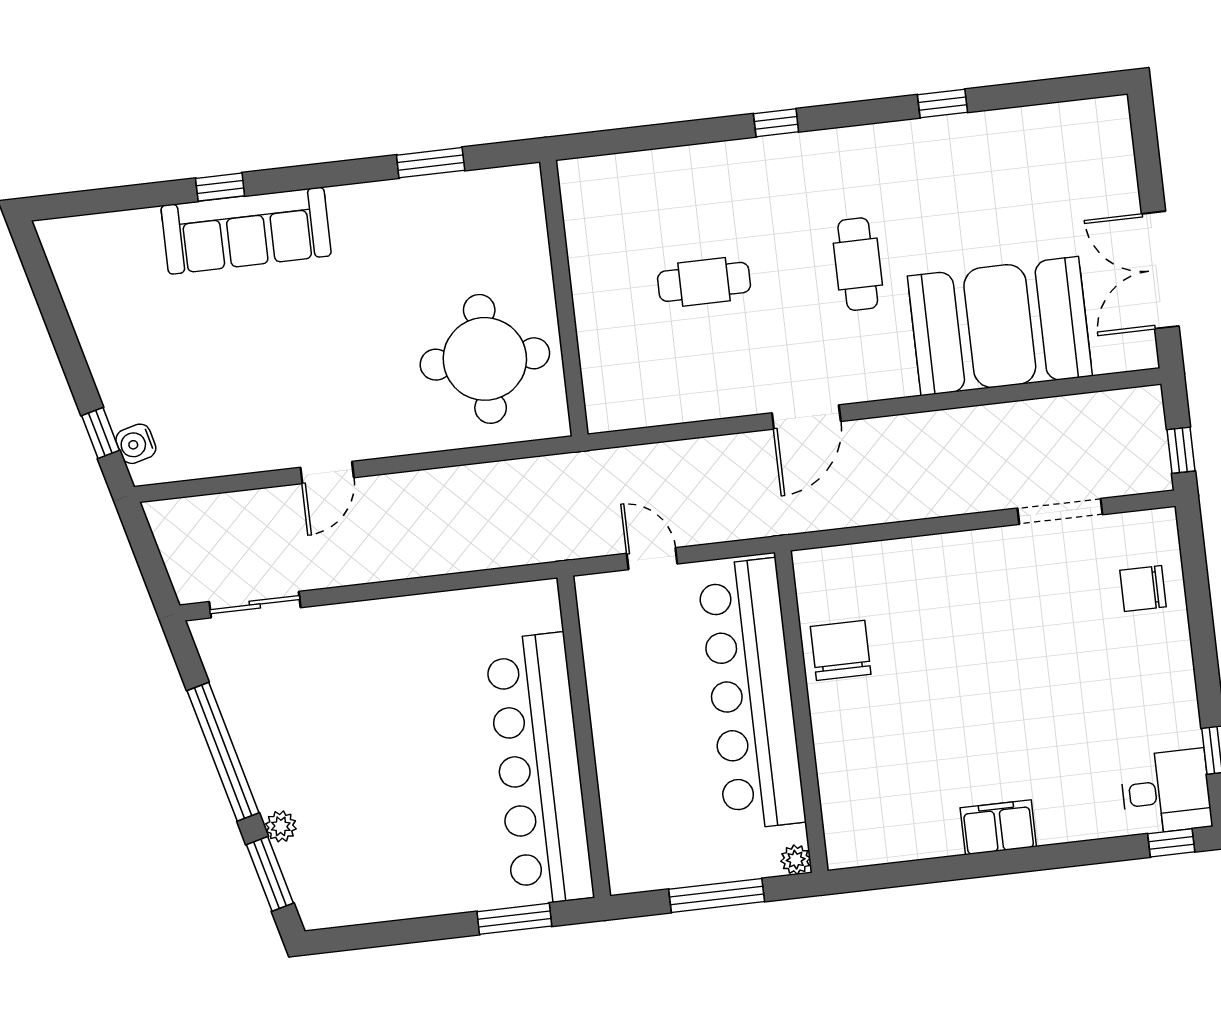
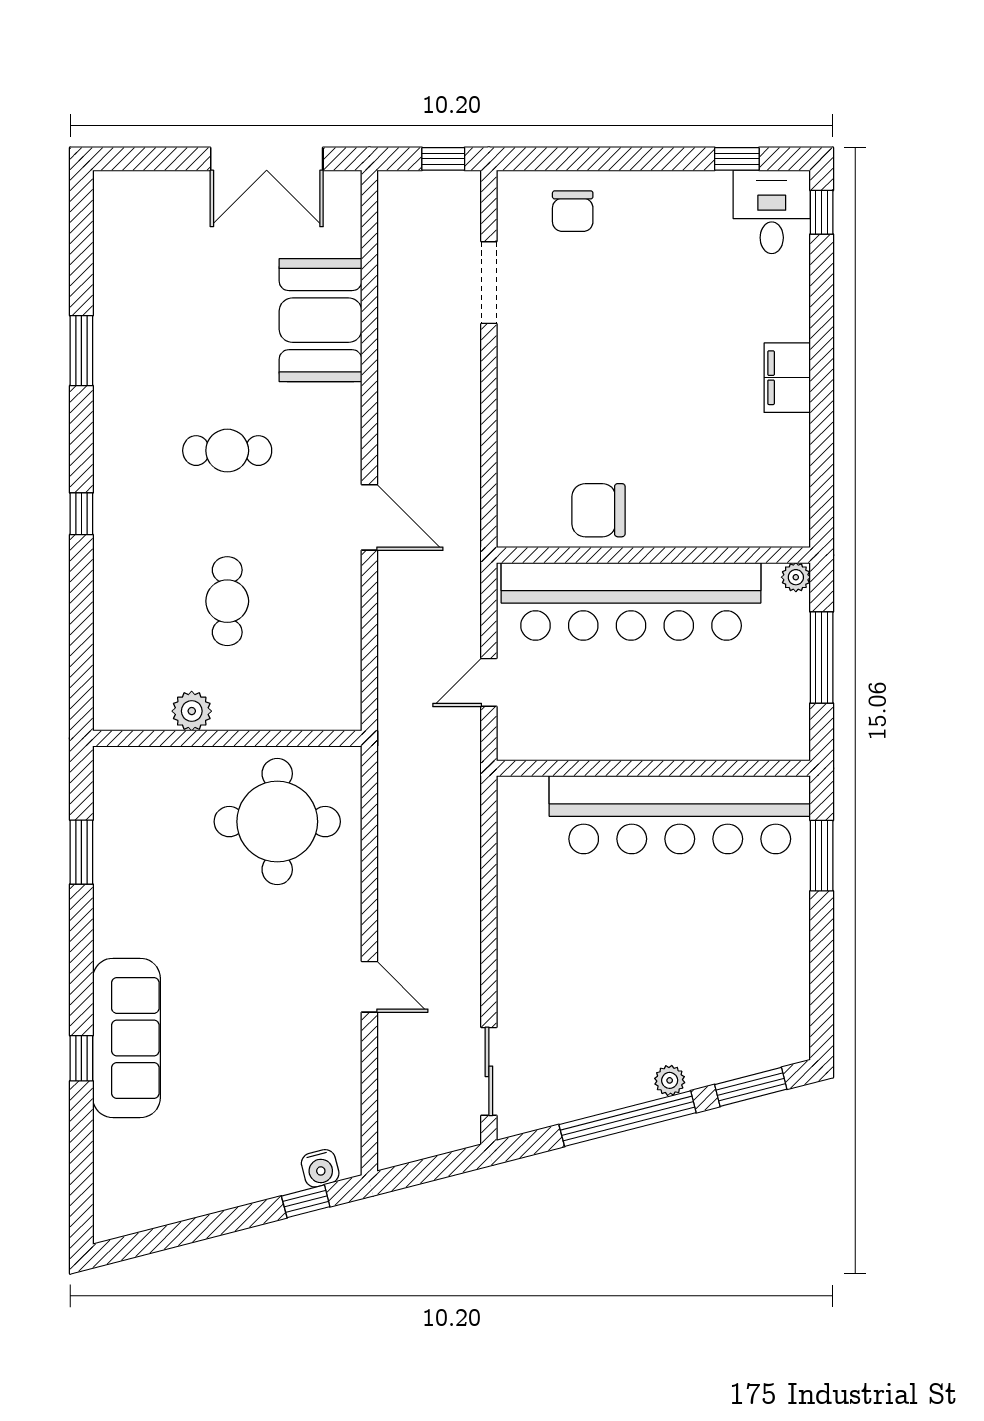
window: (942, 103) -> (81, 351), width x1.50
plant: (588, 259) -> (192, 711), added
booth: (1000, 326) -> (320, 320), width x0.73, depth x0.70
plant: (281, 826) -> (670, 1080), moved

